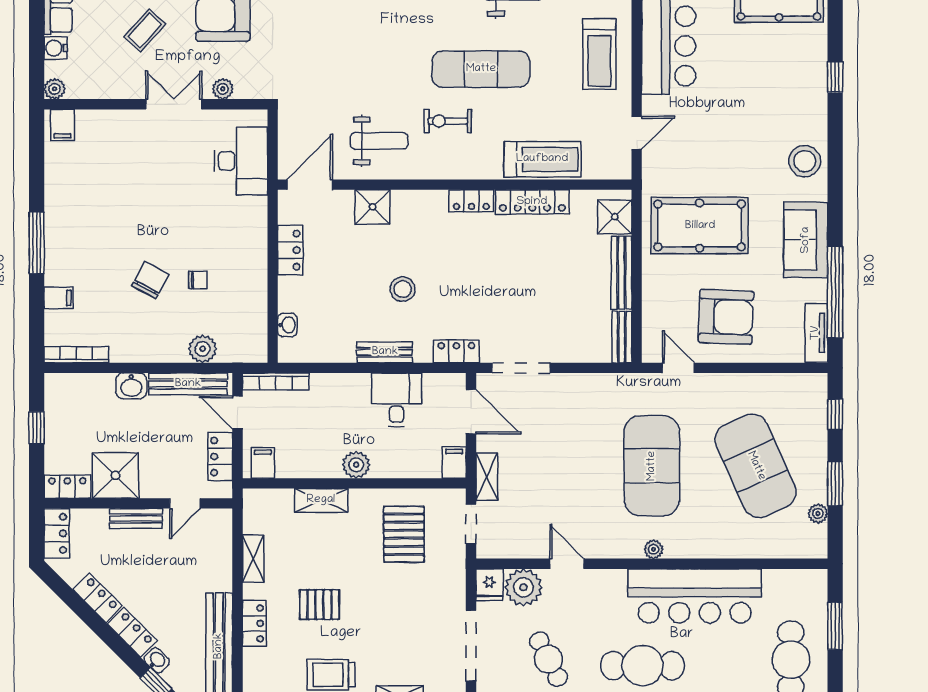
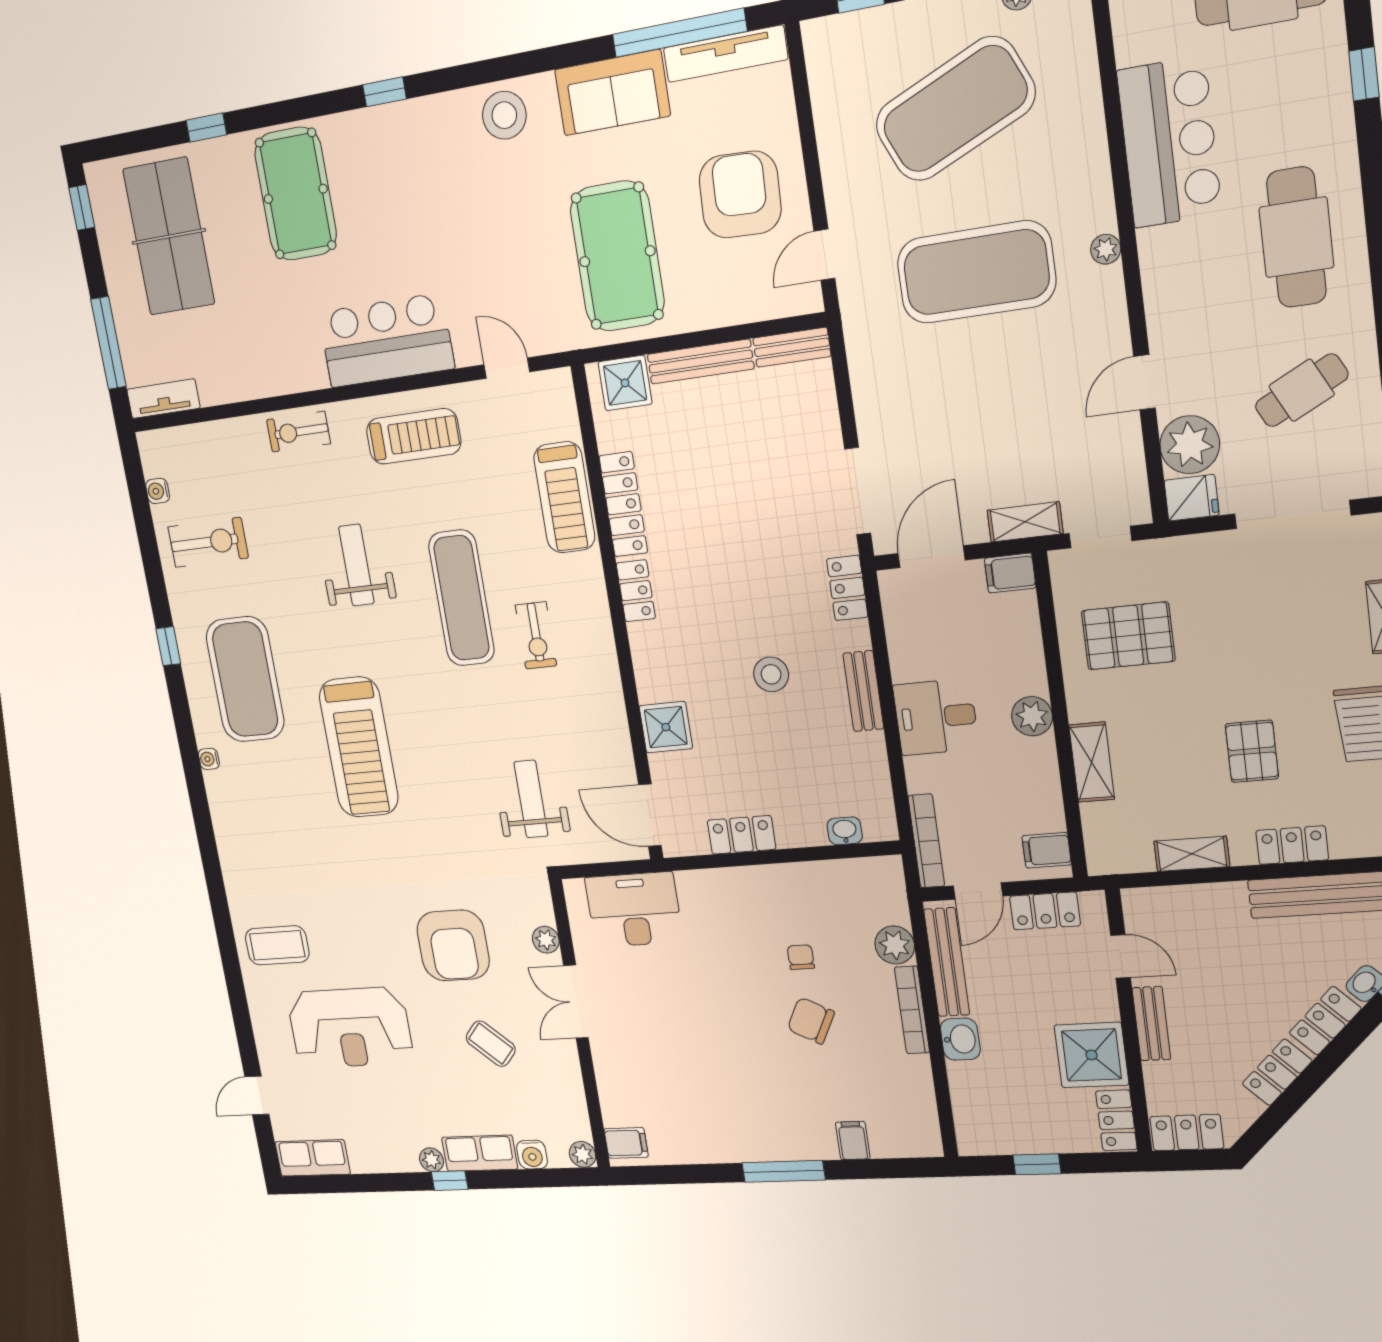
weight bench: (379, 141) -> (531, 799), moved
treadmill: (542, 159) -> (564, 497), turned 180
tv unit: (816, 333) -> (725, 54), width x1.41
bookcase: (76, 355) -> (912, 1010), moved
desk: (396, 400) -> (936, 717), moved
bar counter: (695, 596) -> (1169, 142), width x0.73

